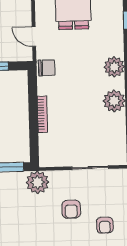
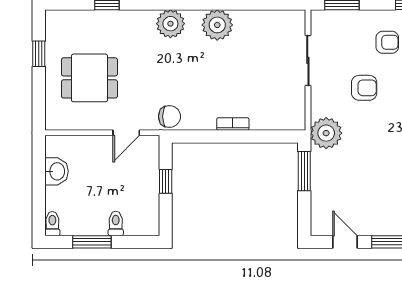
chair: (47, 68) -> (169, 116), turned 90
bookcase: (42, 114) -> (233, 124), width x0.64

